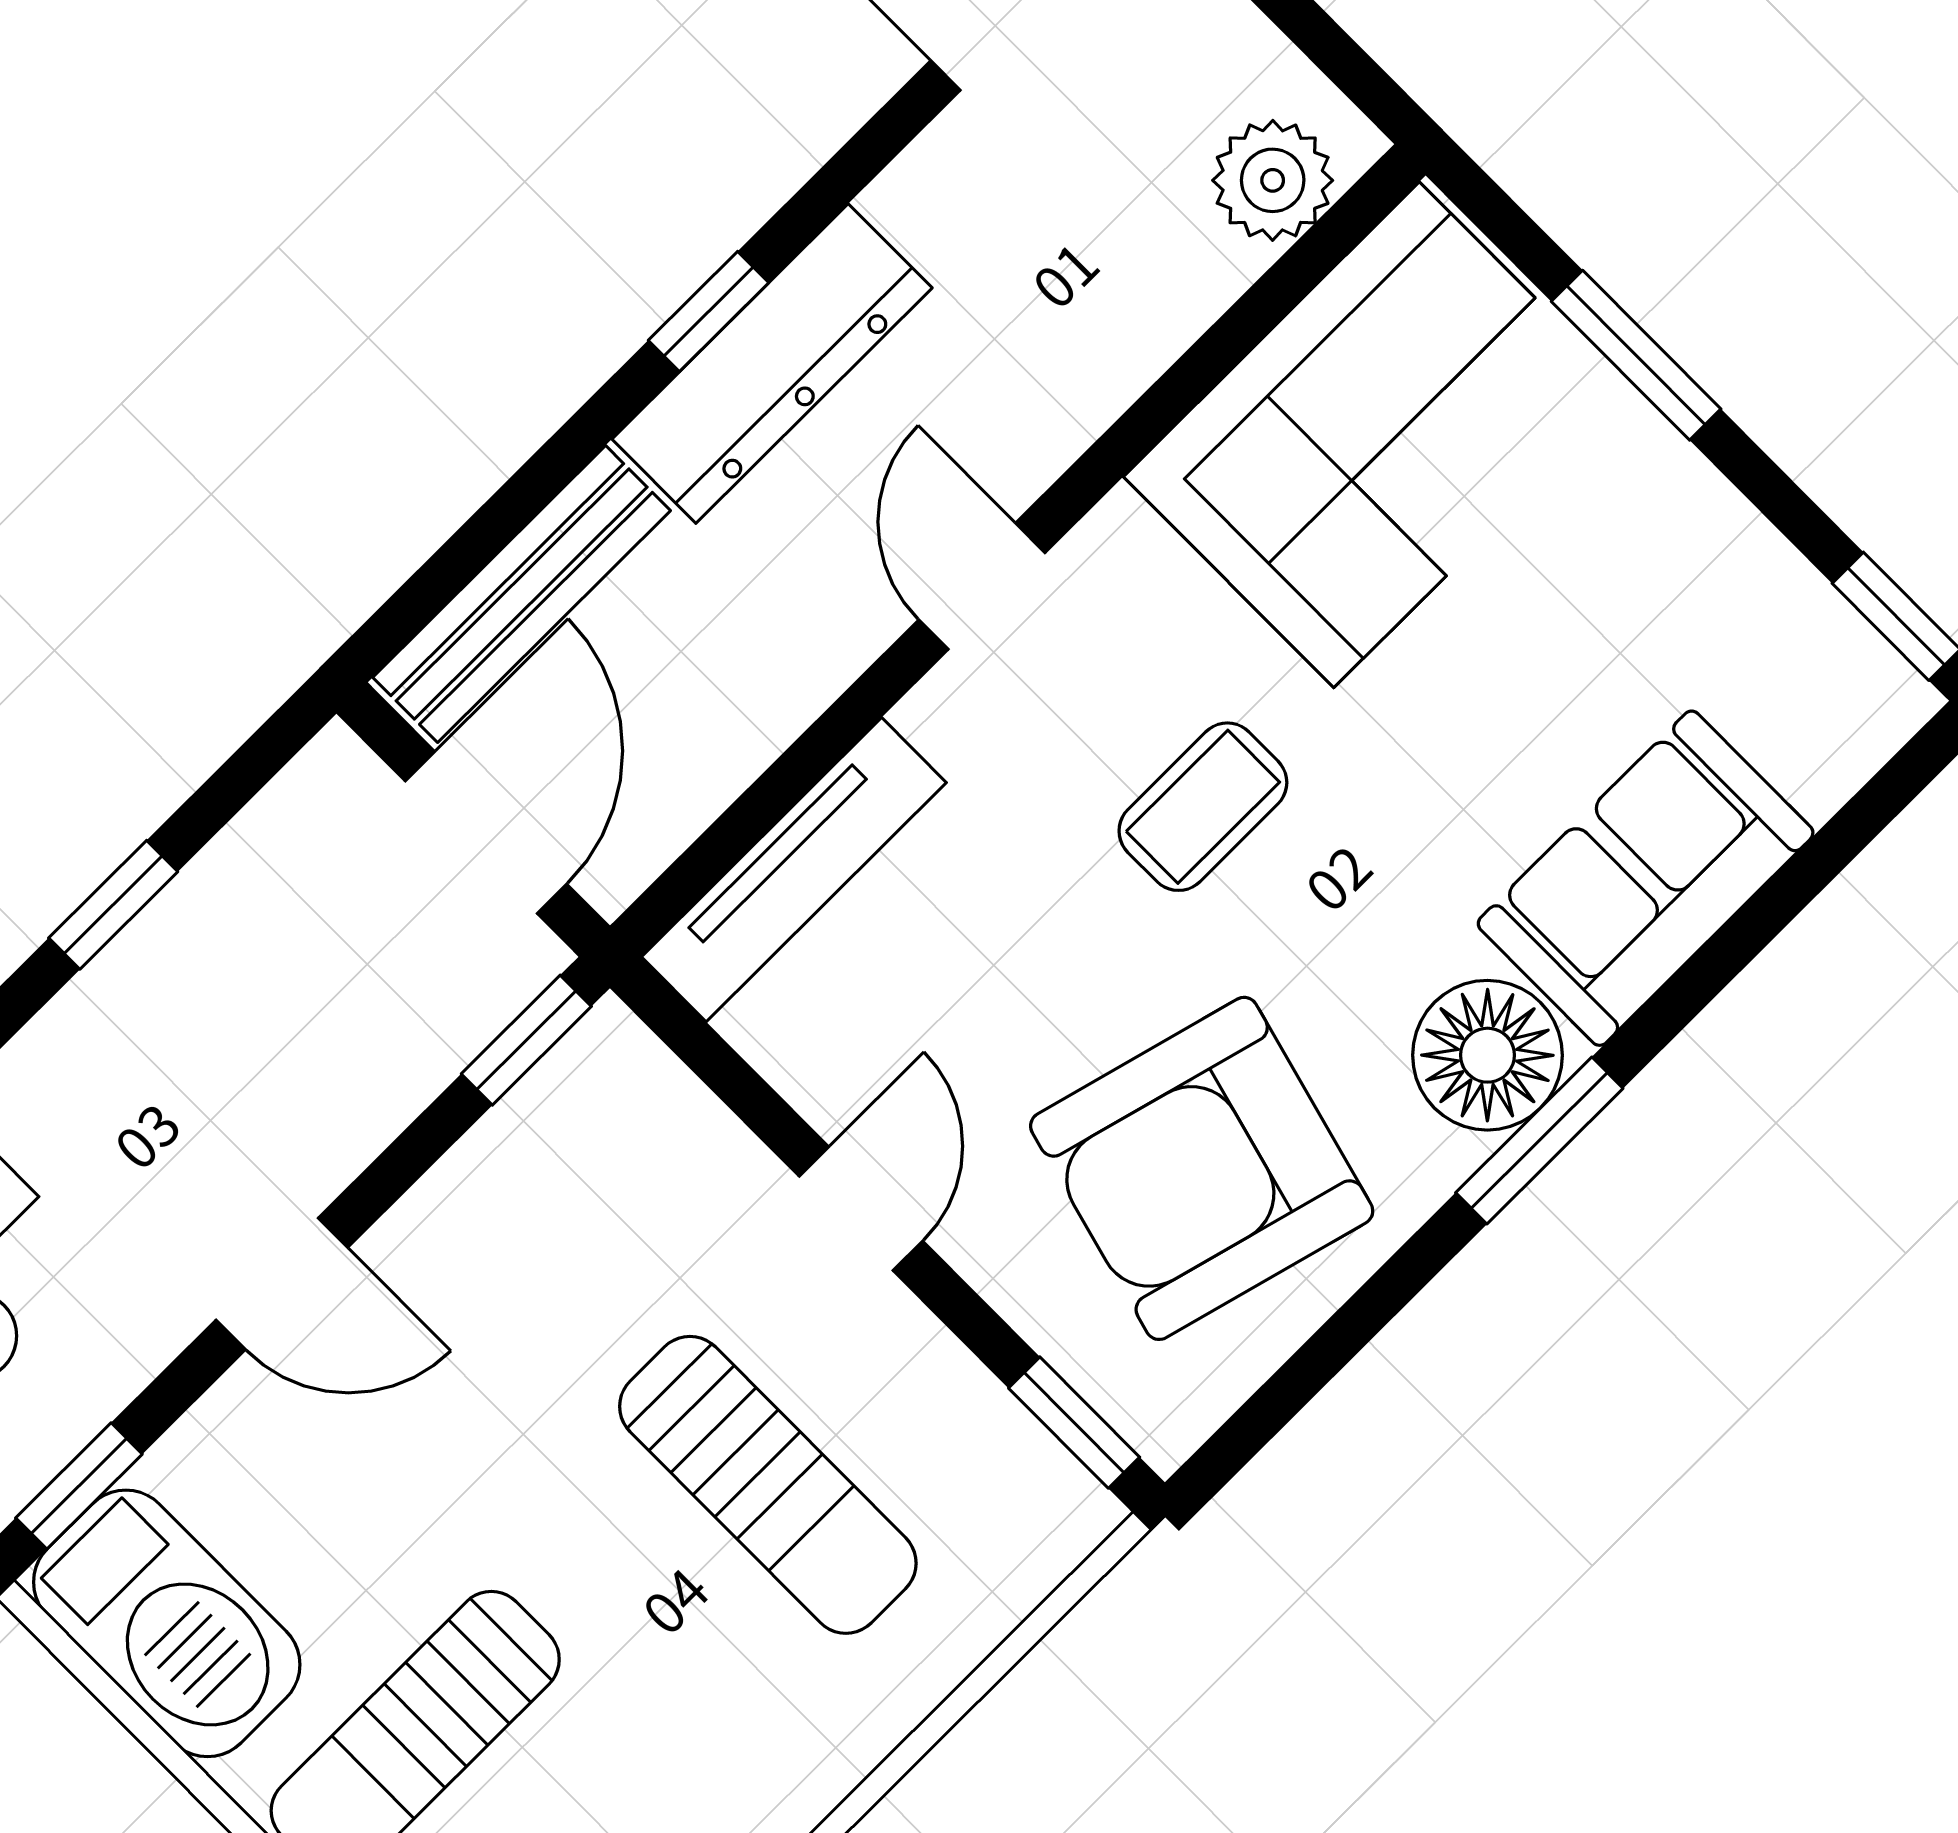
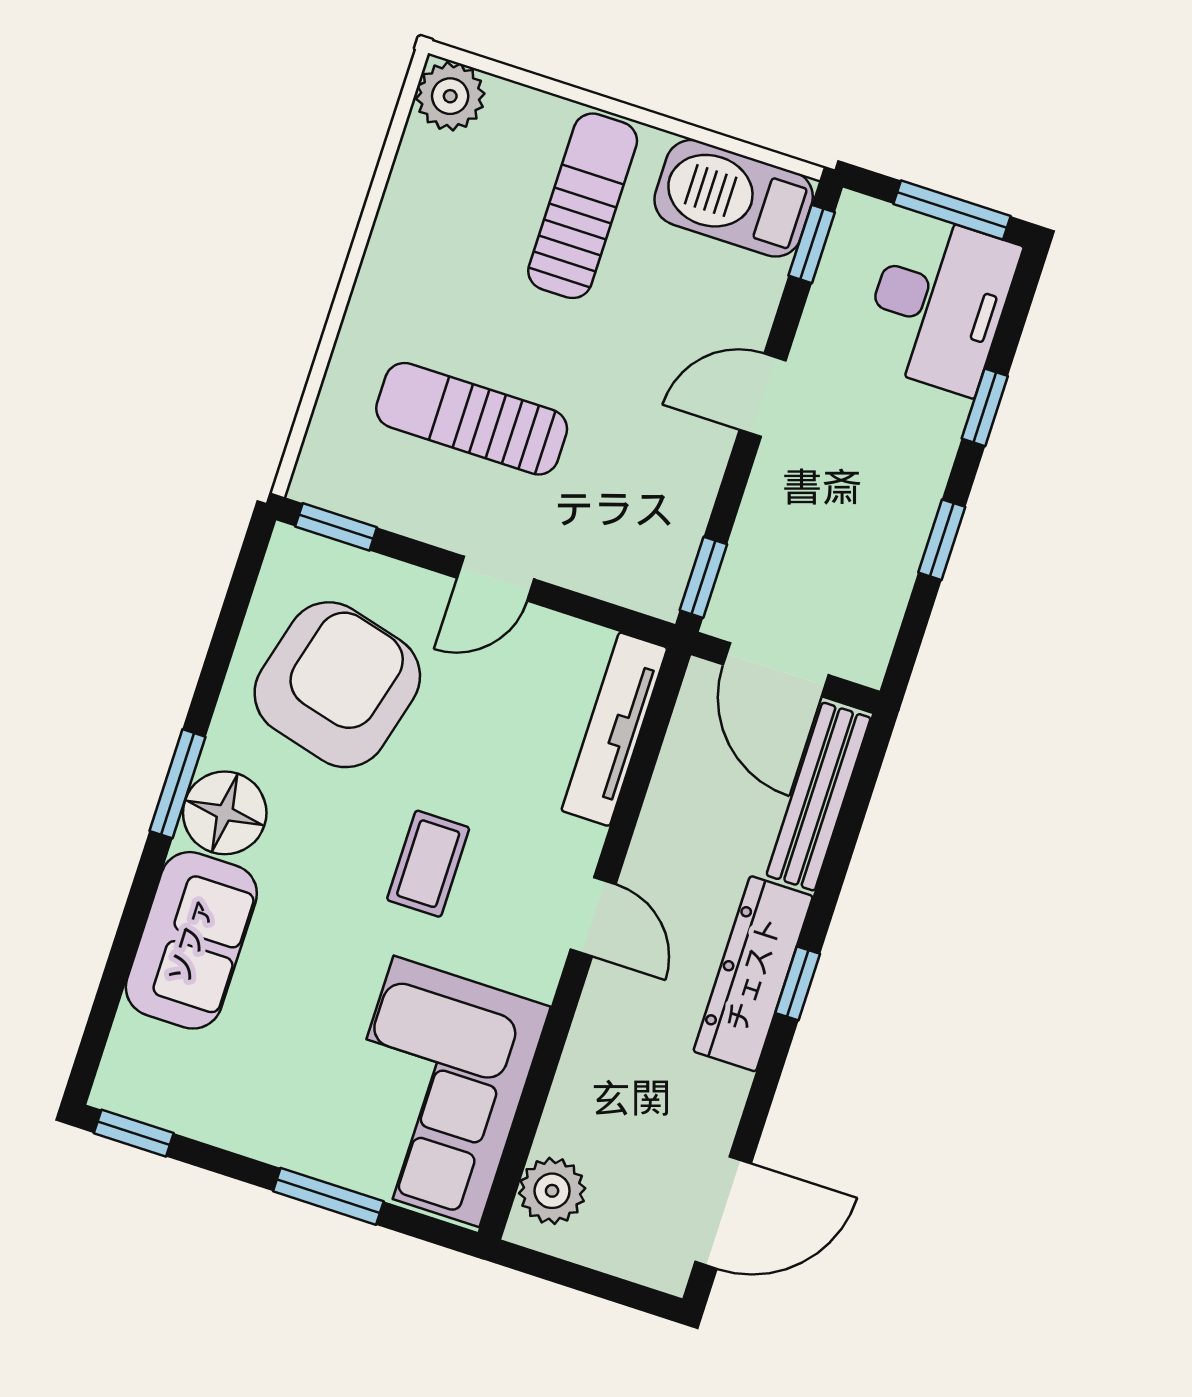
door: (861, 1209) -> (495, 579), hinge flipped

